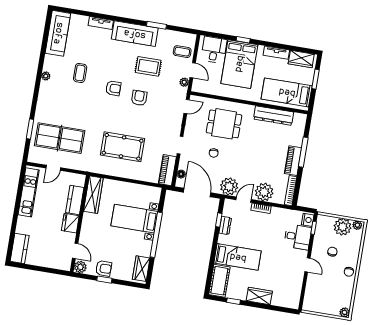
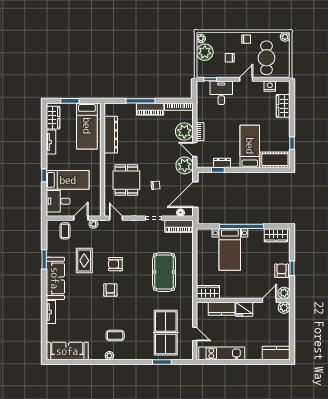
bed: (239, 64) -> (68, 180), width x0.67
coffee table: (80, 73) -> (115, 335), moved
wardrobe: (93, 195) -> (208, 292), width x0.67
nightstand: (308, 220) -> (270, 86), moved
plant: (65, 265) -> (284, 308), added
cafe table: (326, 290) -> (266, 58), added
wardrobe: (259, 296) -> (283, 106), moved

